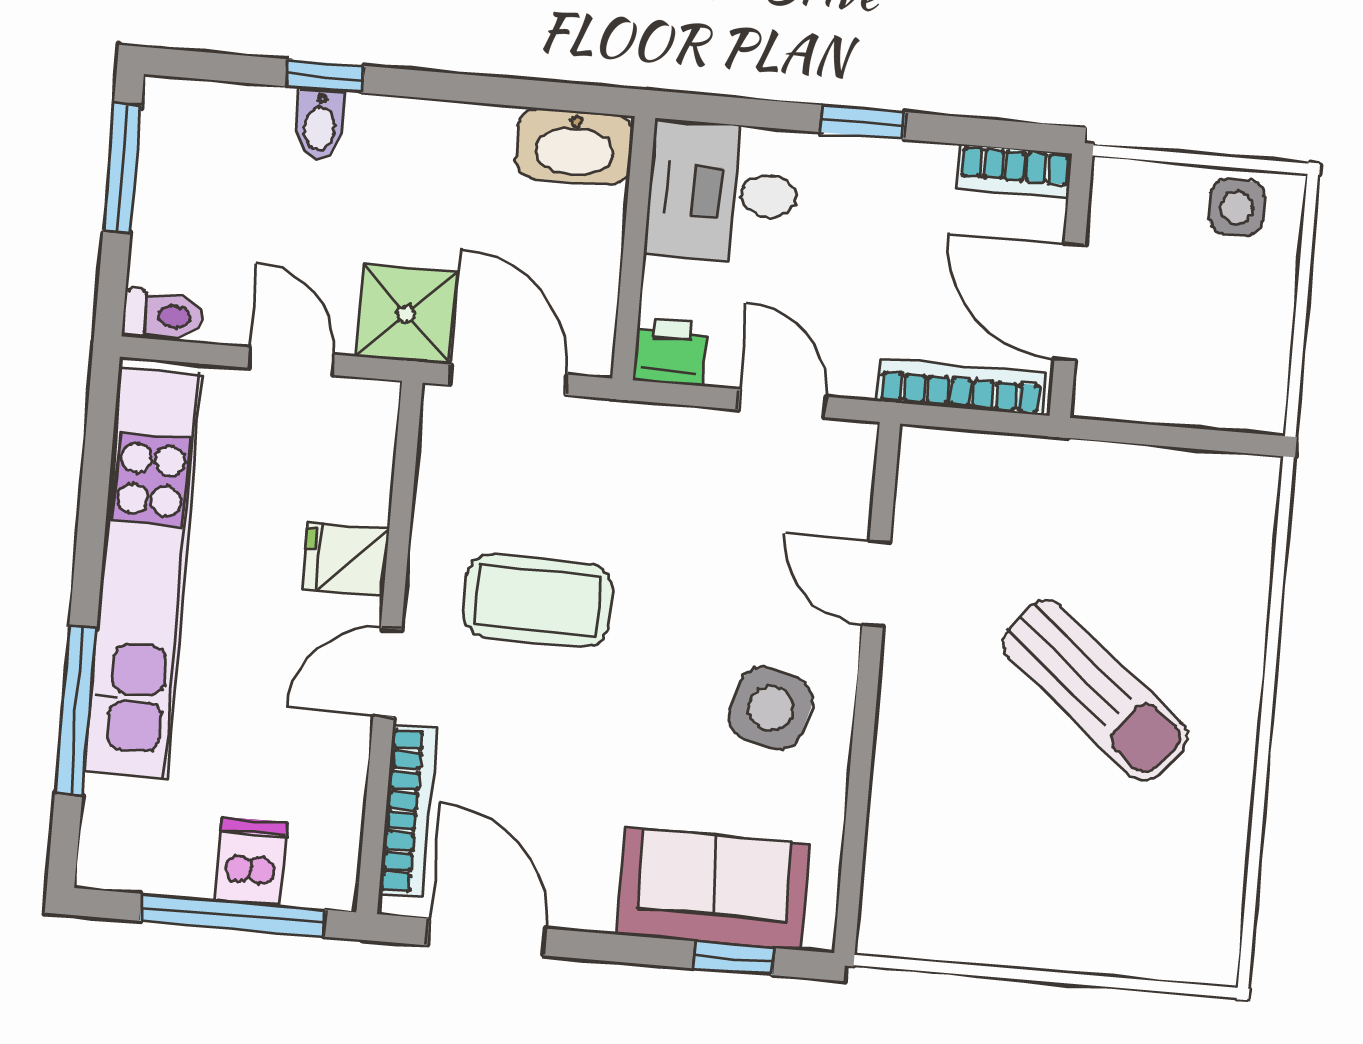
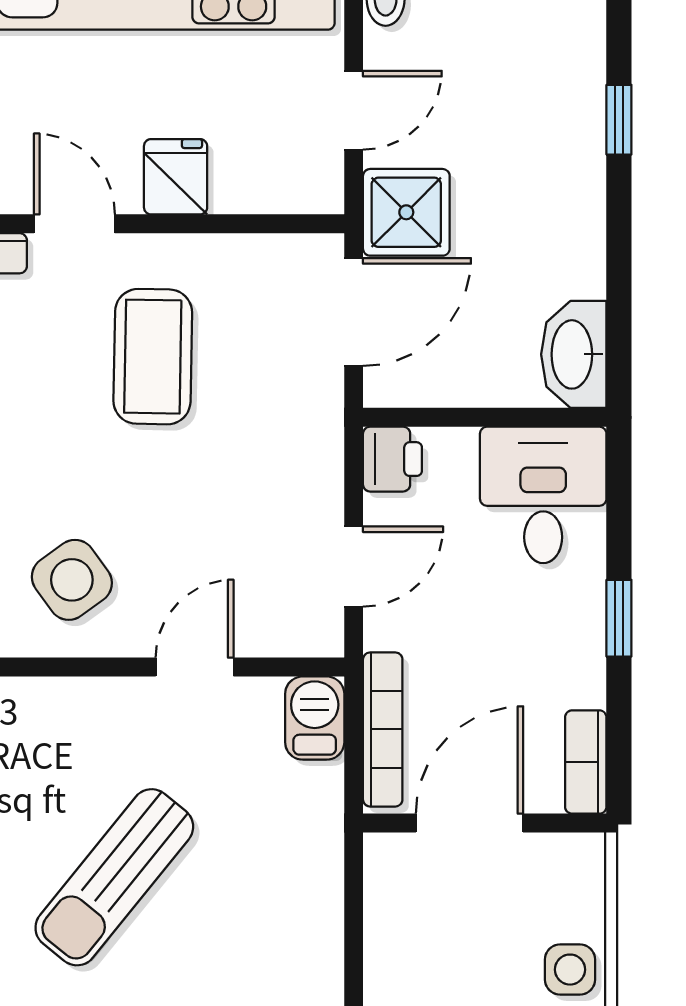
bidet: (320, 124) -> (574, 119), removed
barbecue: (942, 459) -> (315, 718), added
side table: (771, 708) -> (72, 580), turned 38

